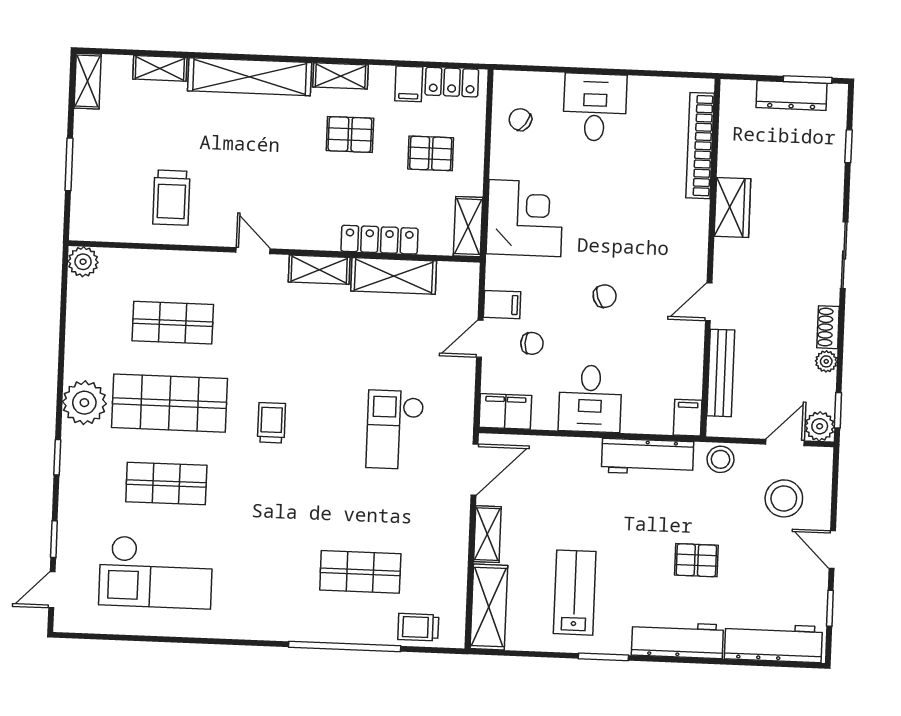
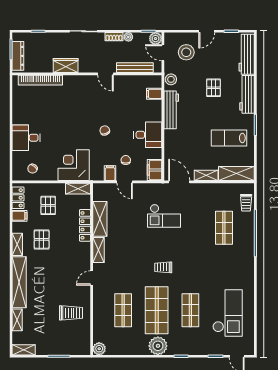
bookcase: (700, 146) -> (40, 80), moved
wardrobe: (732, 207) -> (66, 66), moved
wall: (710, 258) -> (87, 74), moved
door: (709, 302) -> (105, 74), moved
bench: (721, 373) -> (135, 68), moved

